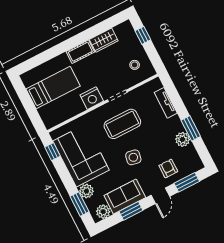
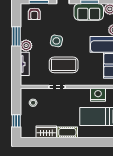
nightstand: (92, 98) -> (98, 95), moved
plant: (183, 139) -> (26, 46), moved
side table: (133, 157) -> (56, 41), moved
armchair: (168, 168) -> (34, 14), moved

